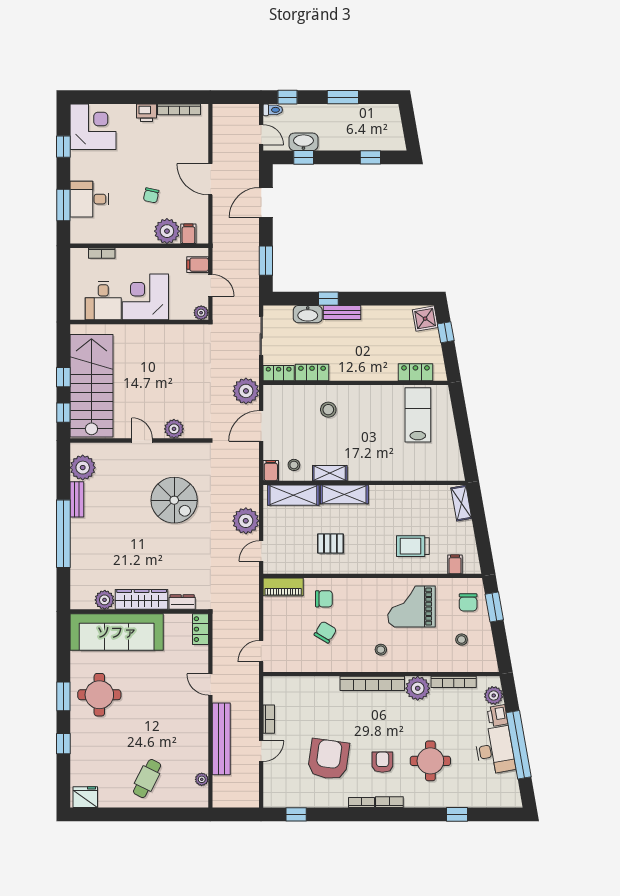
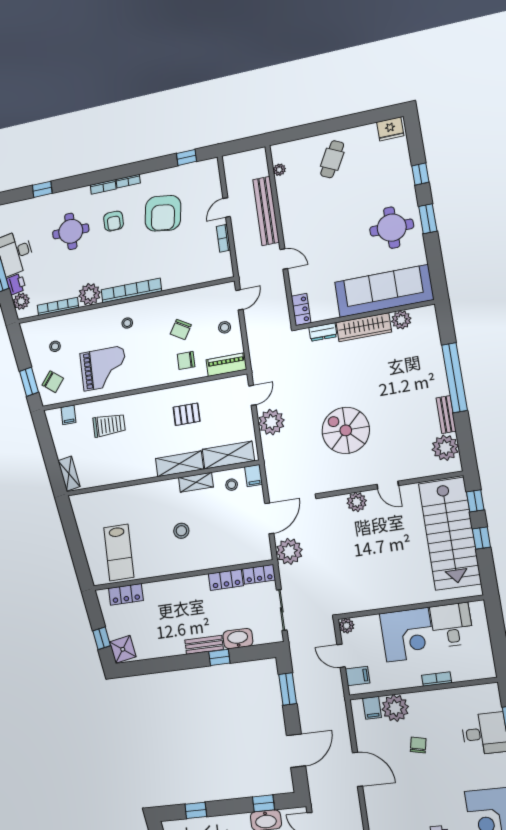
bookcase: (102, 253) -> (437, 679), moved
stool: (328, 410) -> (181, 531), moved
chair: (468, 602) -> (53, 382), turned 128
stool: (280, 626) -> (225, 327), added

